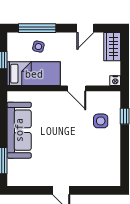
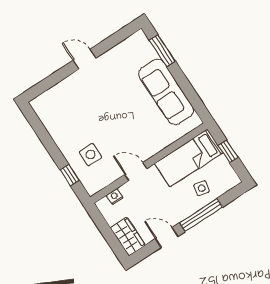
window: (37, 28) -> (201, 215), moved
door: (85, 28) -> (167, 237), hinge flipped
nightstand: (115, 81) -> (115, 196), moved

